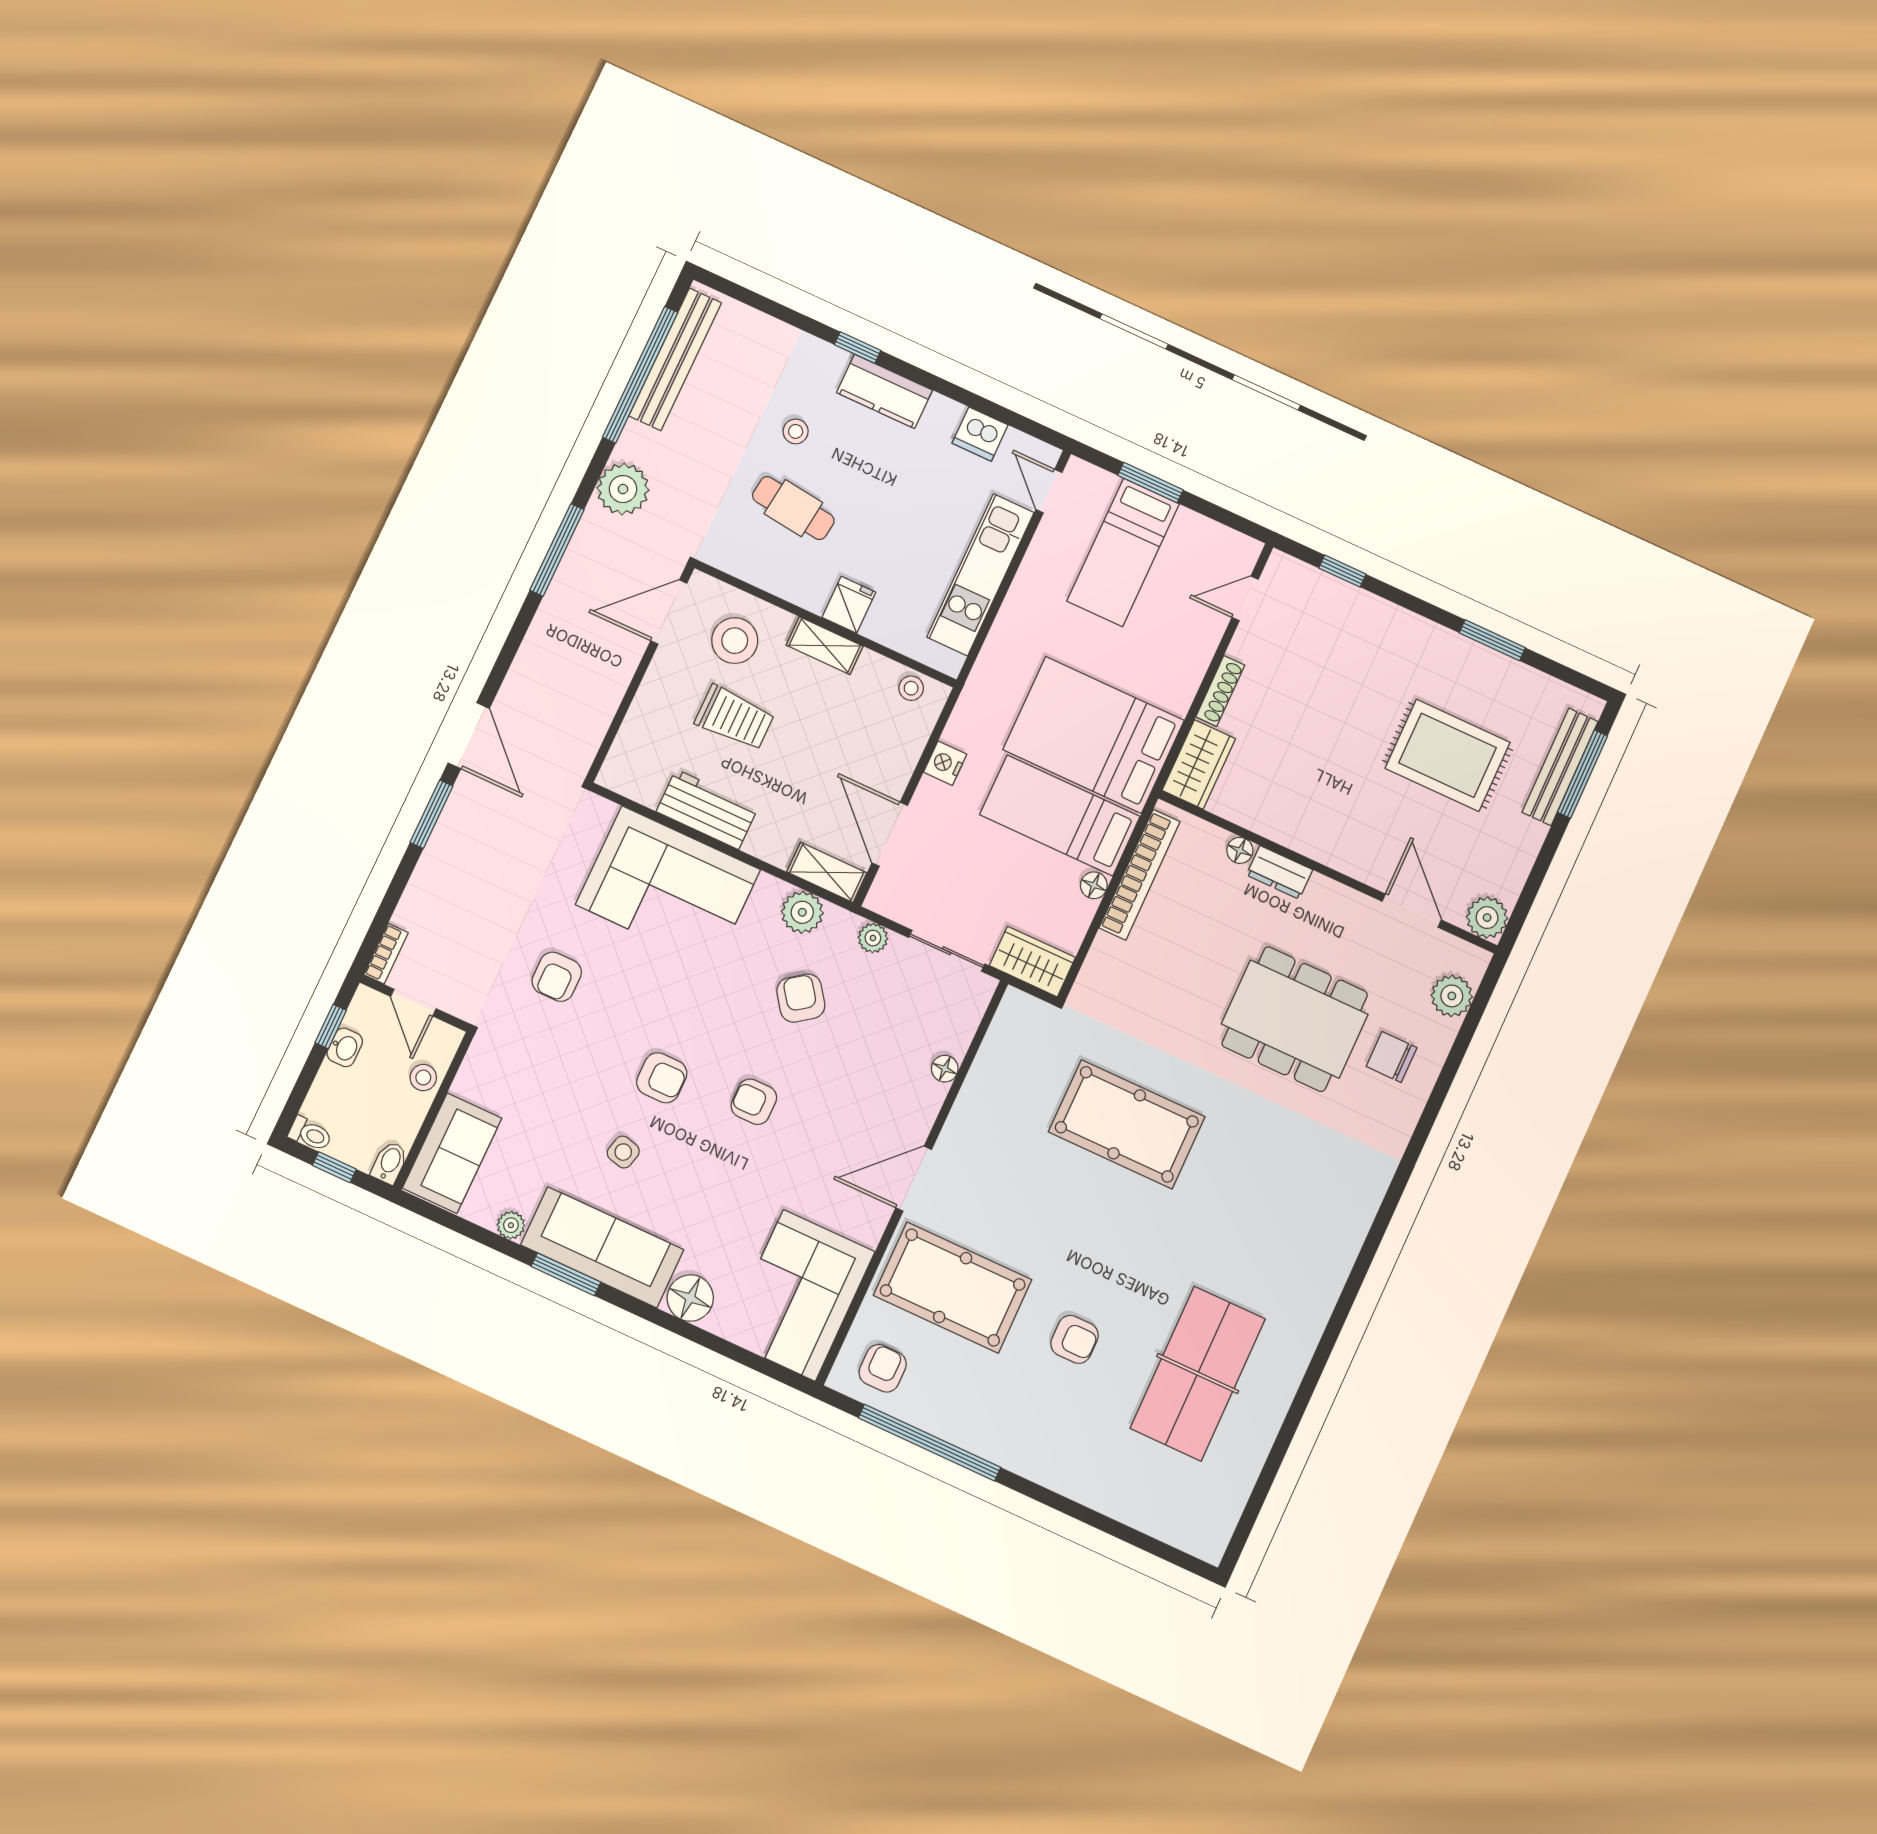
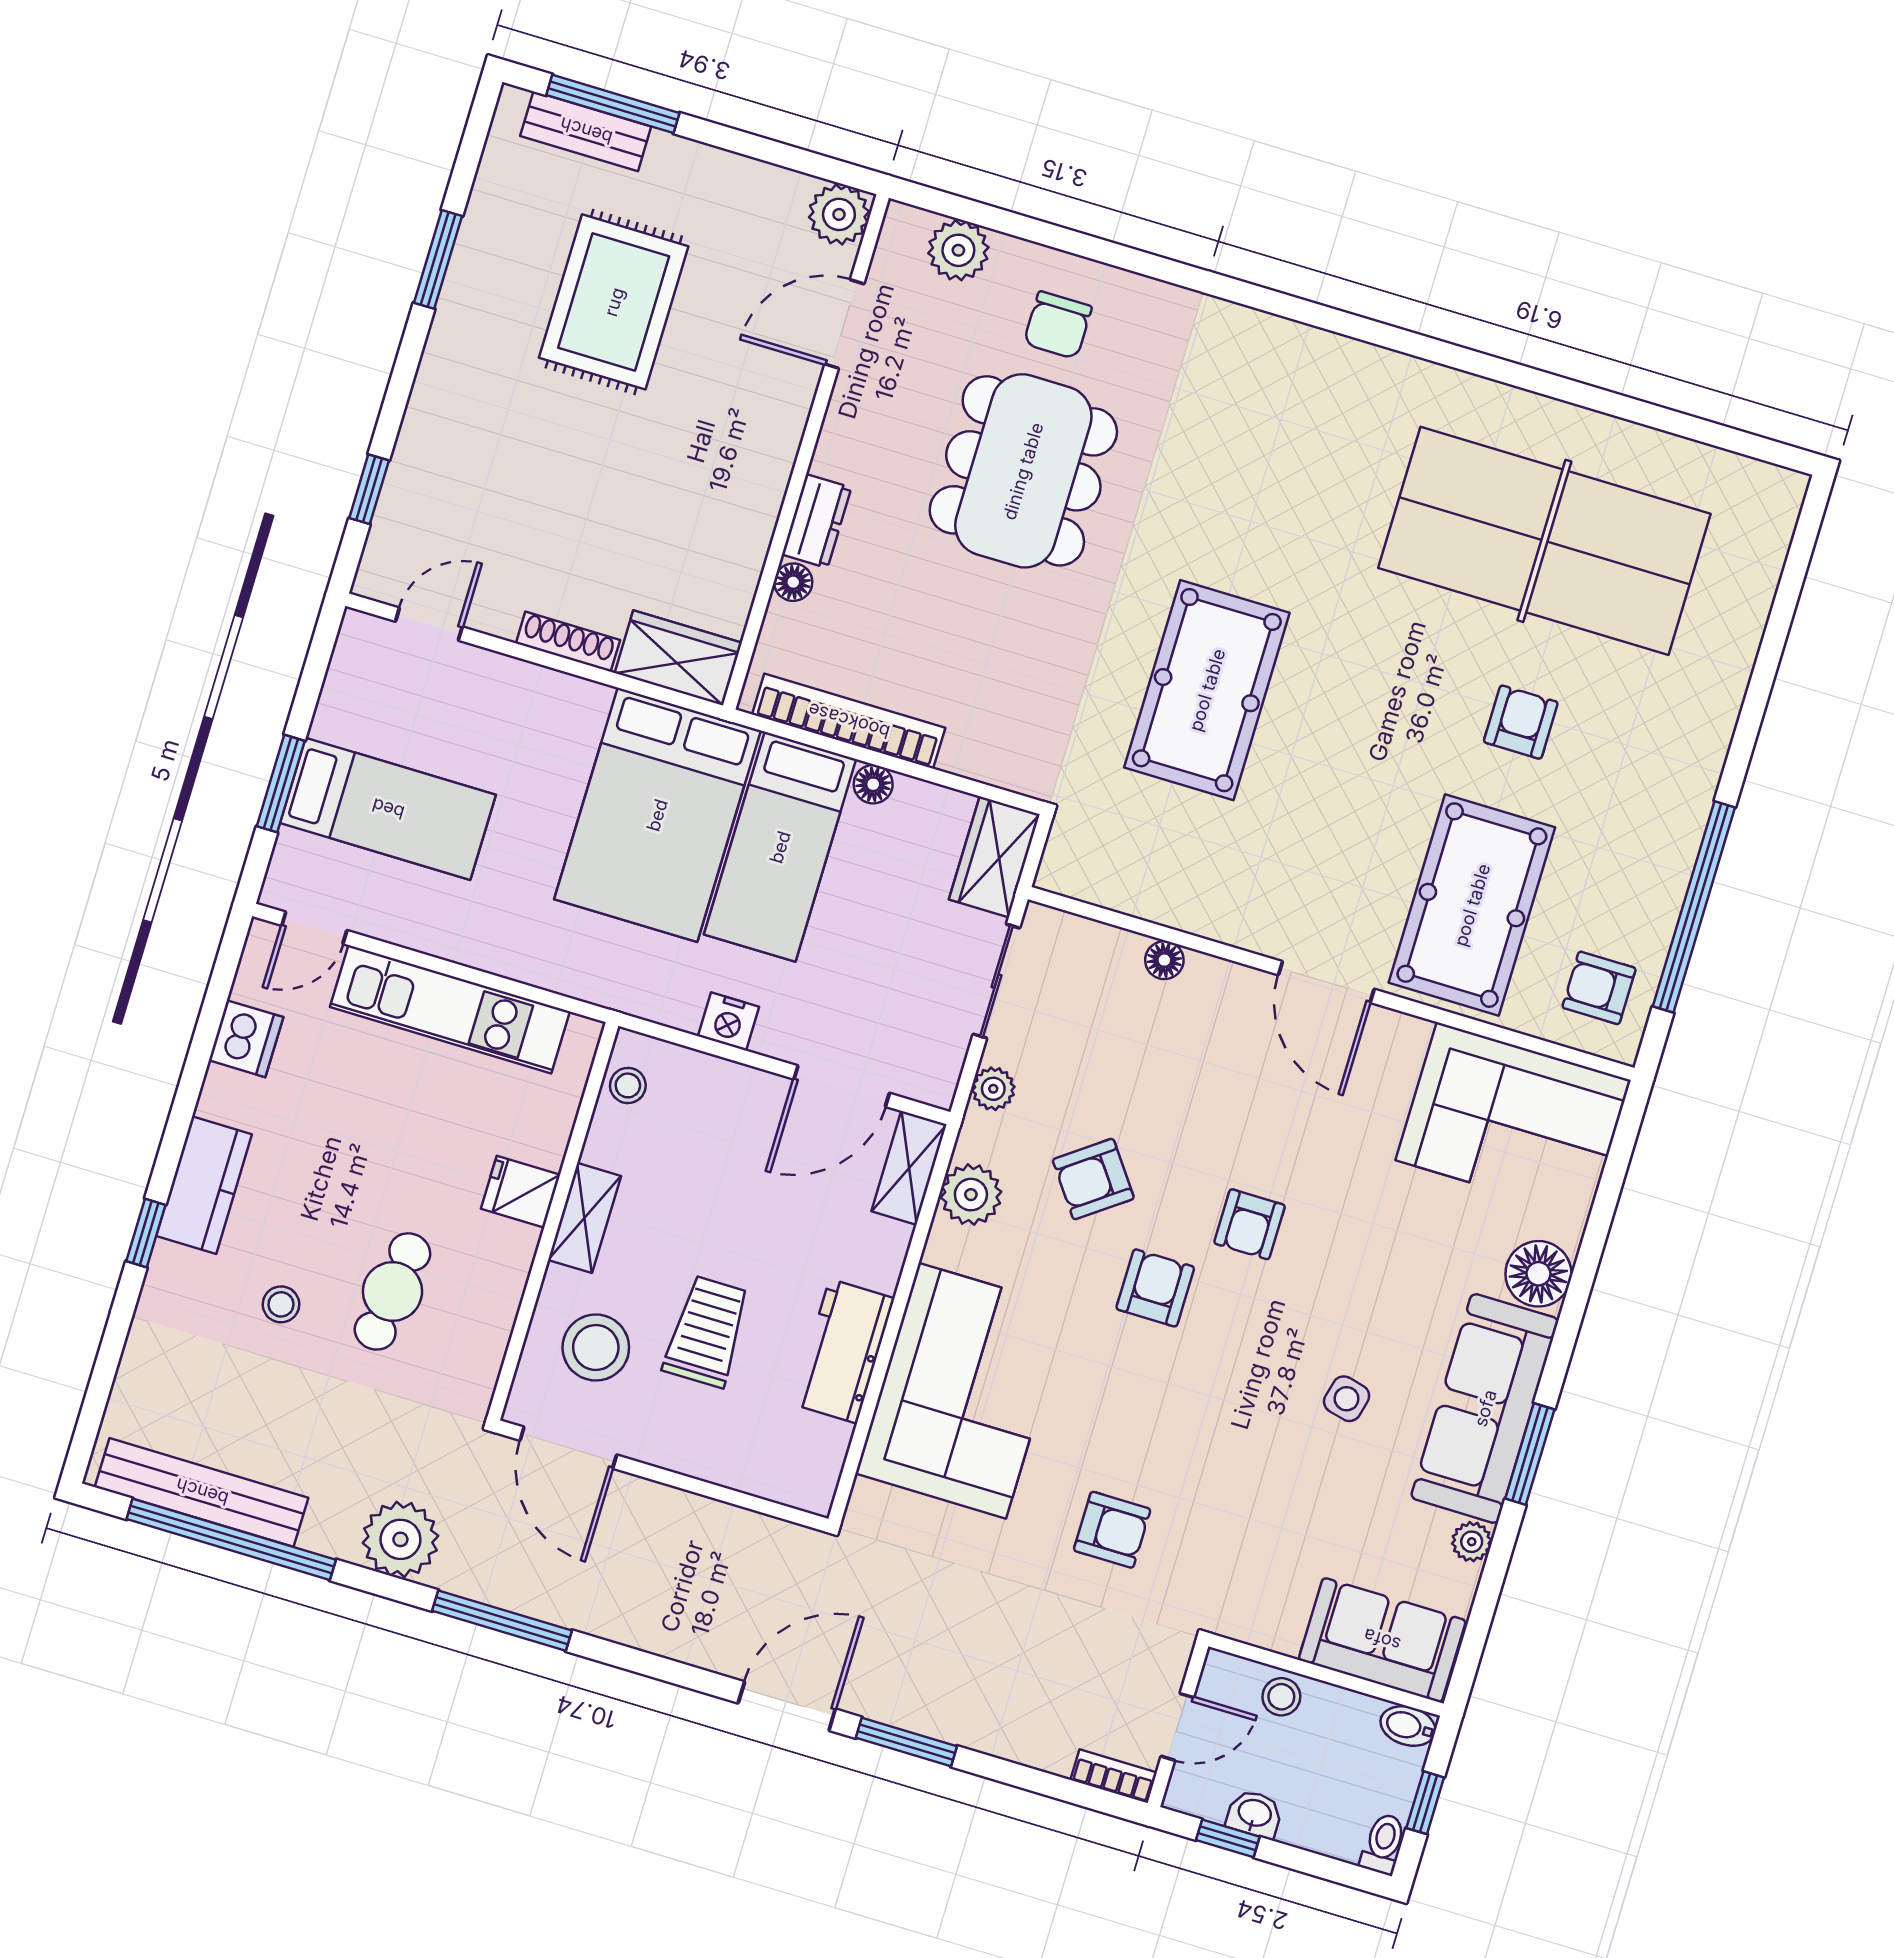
door: (1245, 598) -> (429, 624), swing flipped
bench: (1560, 767) -> (586, 131), width x0.73
armchair: (662, 1078) -> (1155, 1288), moved
table tennis table: (1198, 1374) -> (1544, 541), width x1.36, depth x1.32

